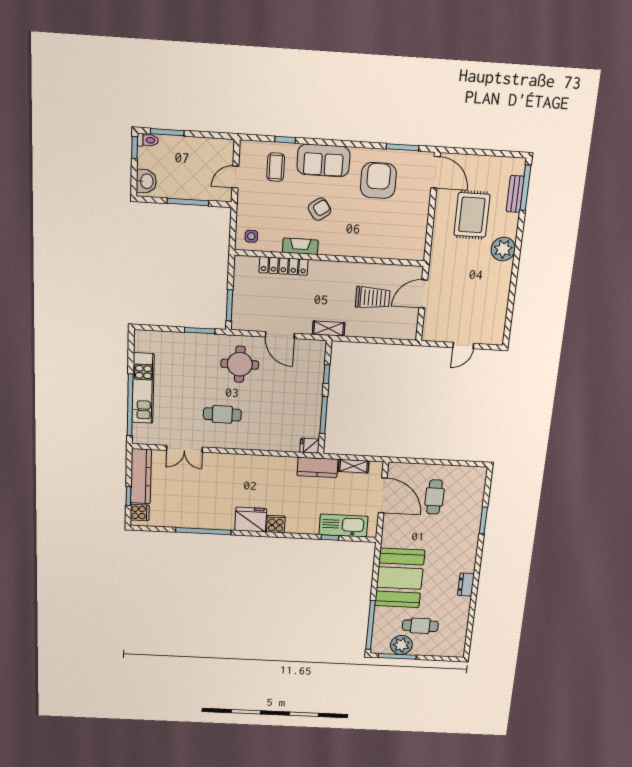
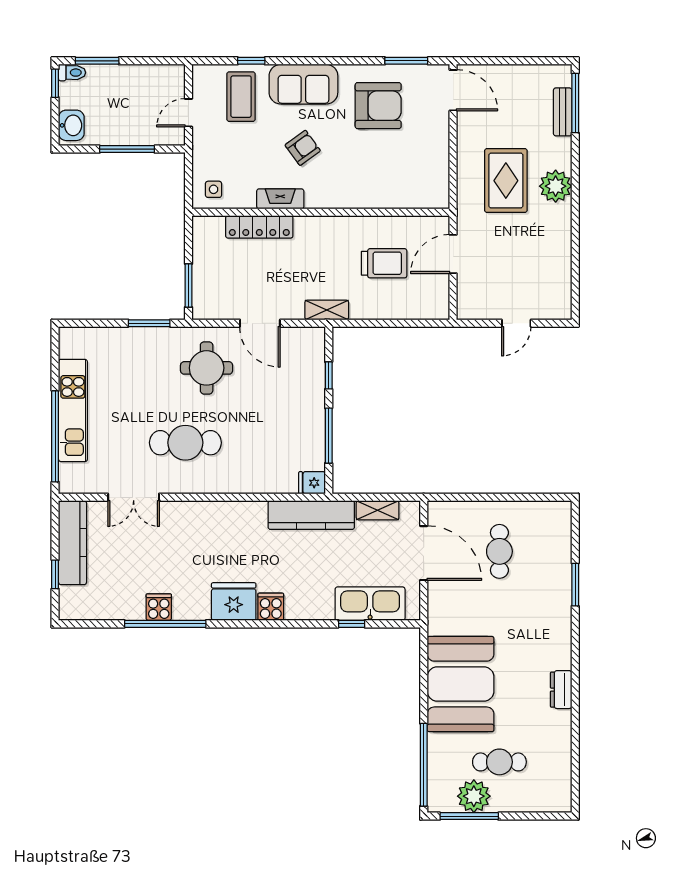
coffee table: (276, 167) -> (241, 97), width x1.36, depth x1.30
armchair: (378, 181) -> (378, 106), turned 90
rug: (472, 215) -> (506, 181), moved
cafe table: (222, 414) -> (185, 443), width x1.37, depth x1.35
kitchen counter: (317, 467) -> (311, 515), width x1.50
cooker: (140, 512) -> (159, 607), moved, turned -90

